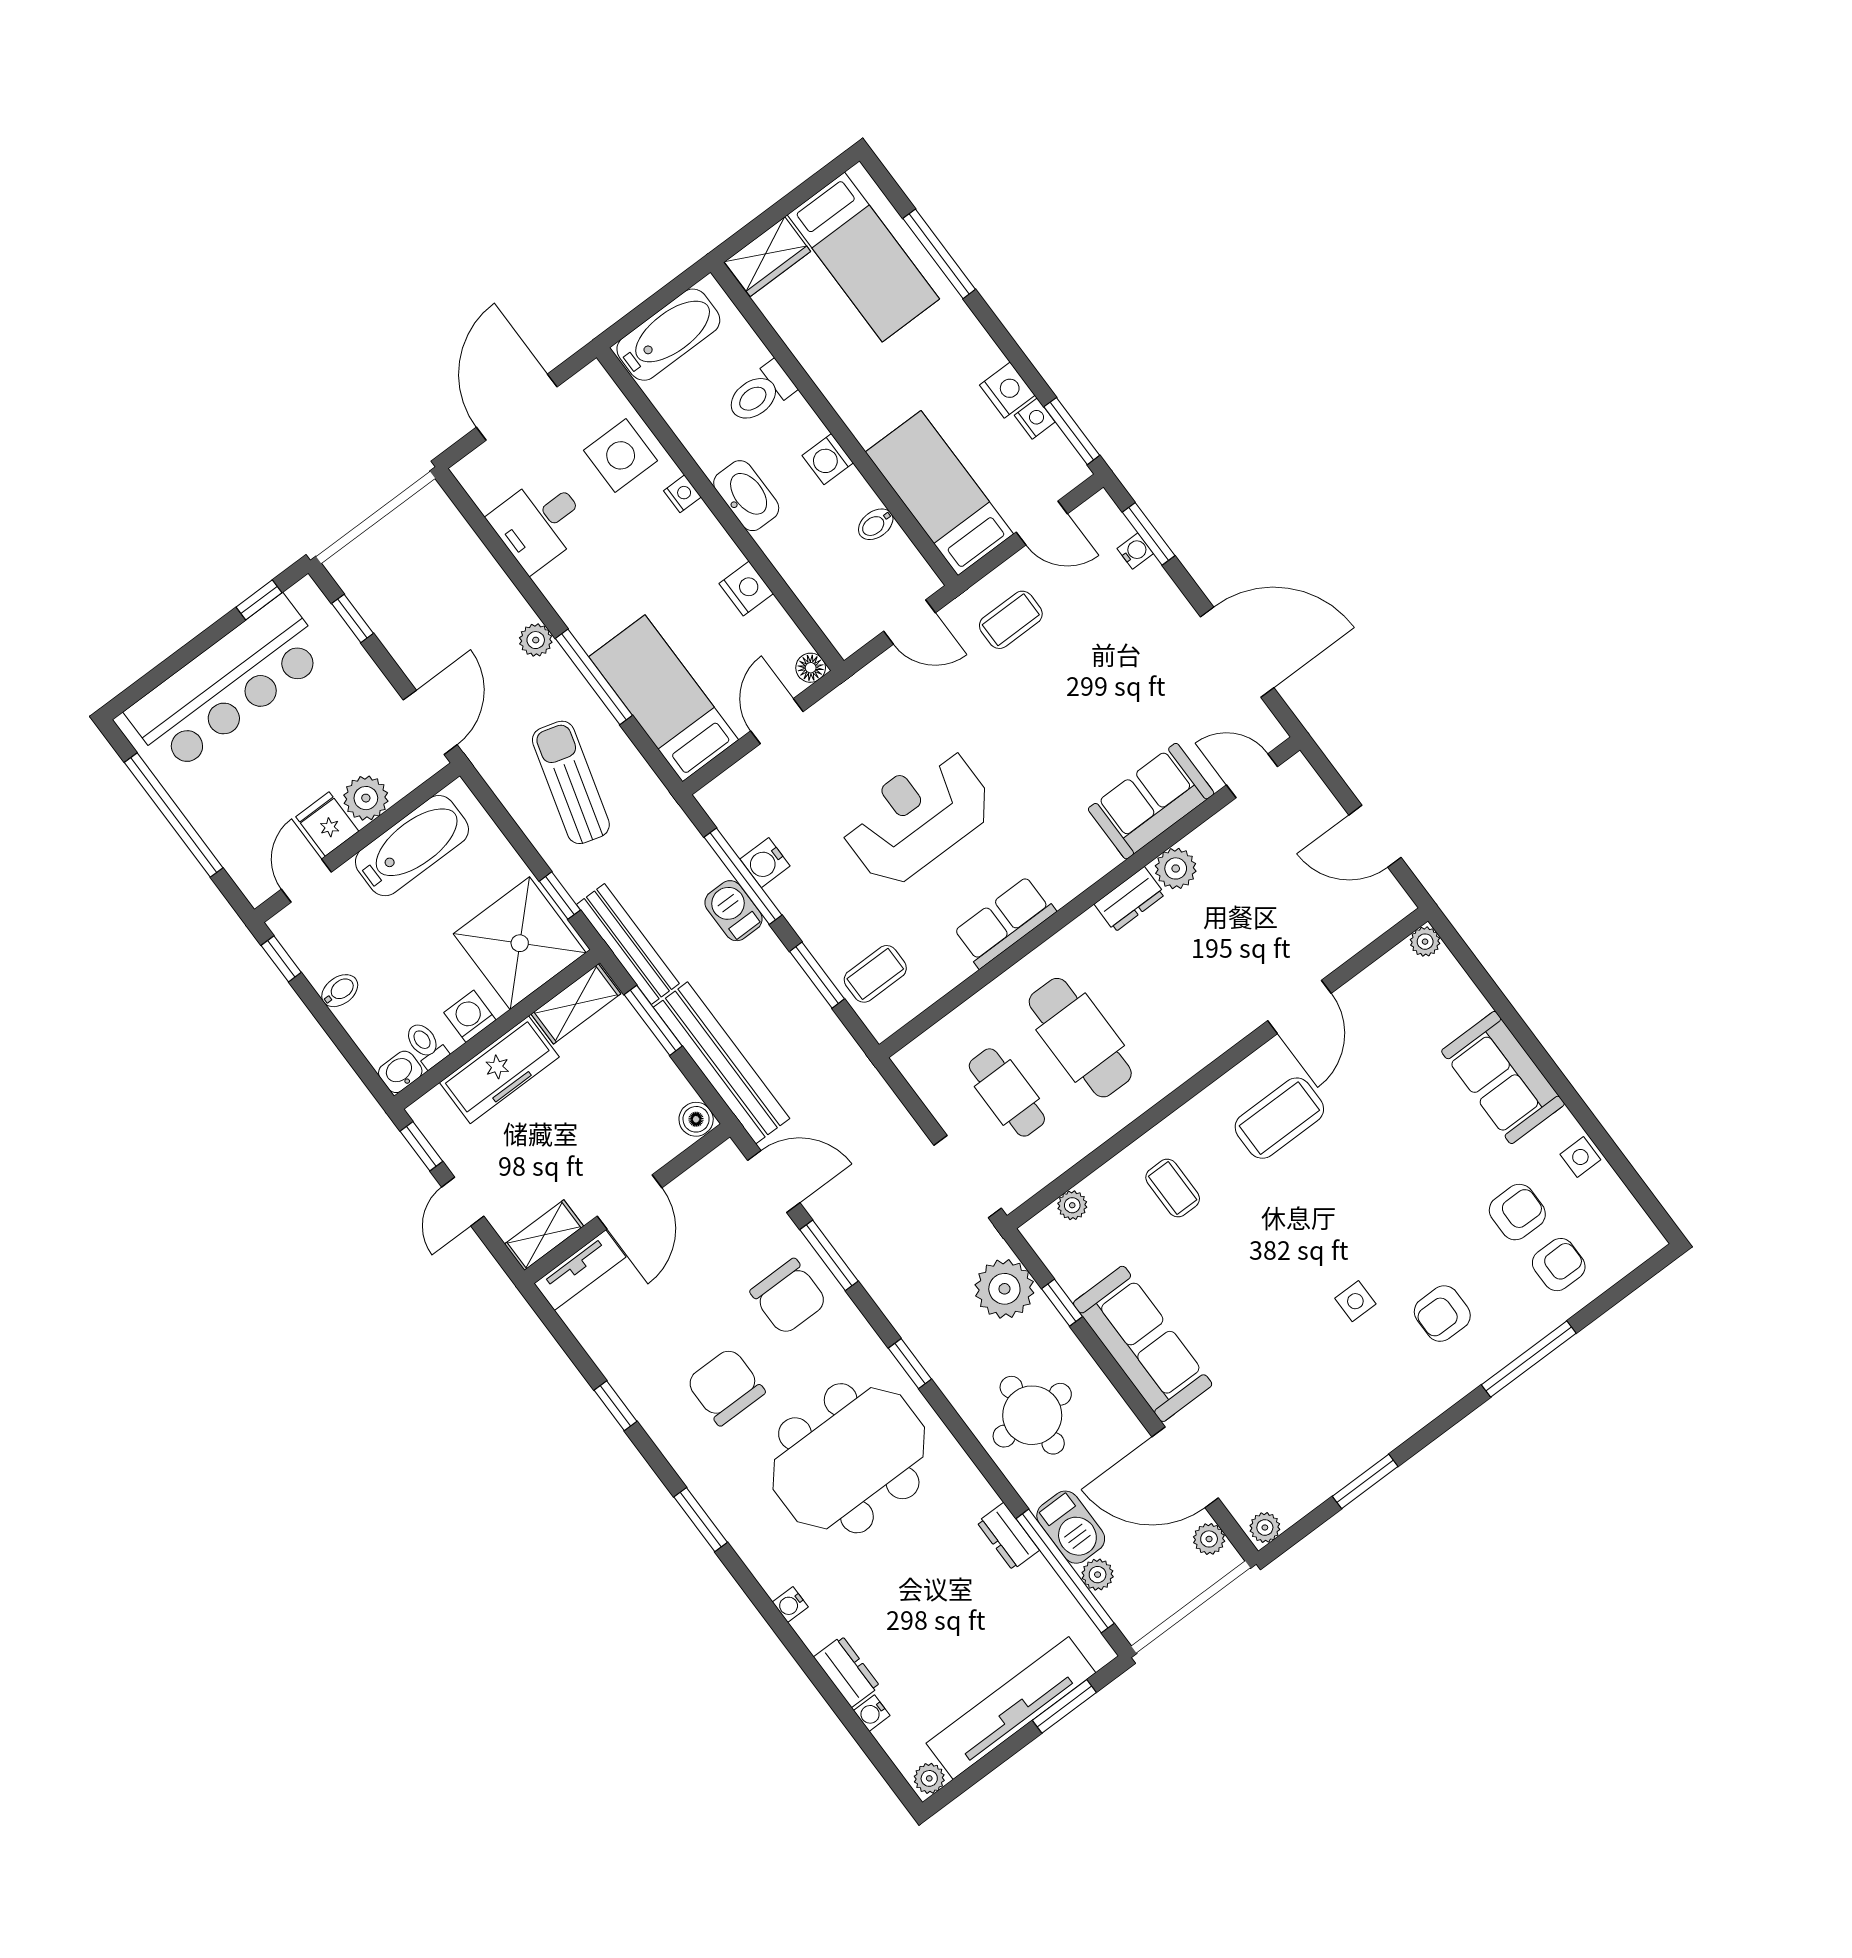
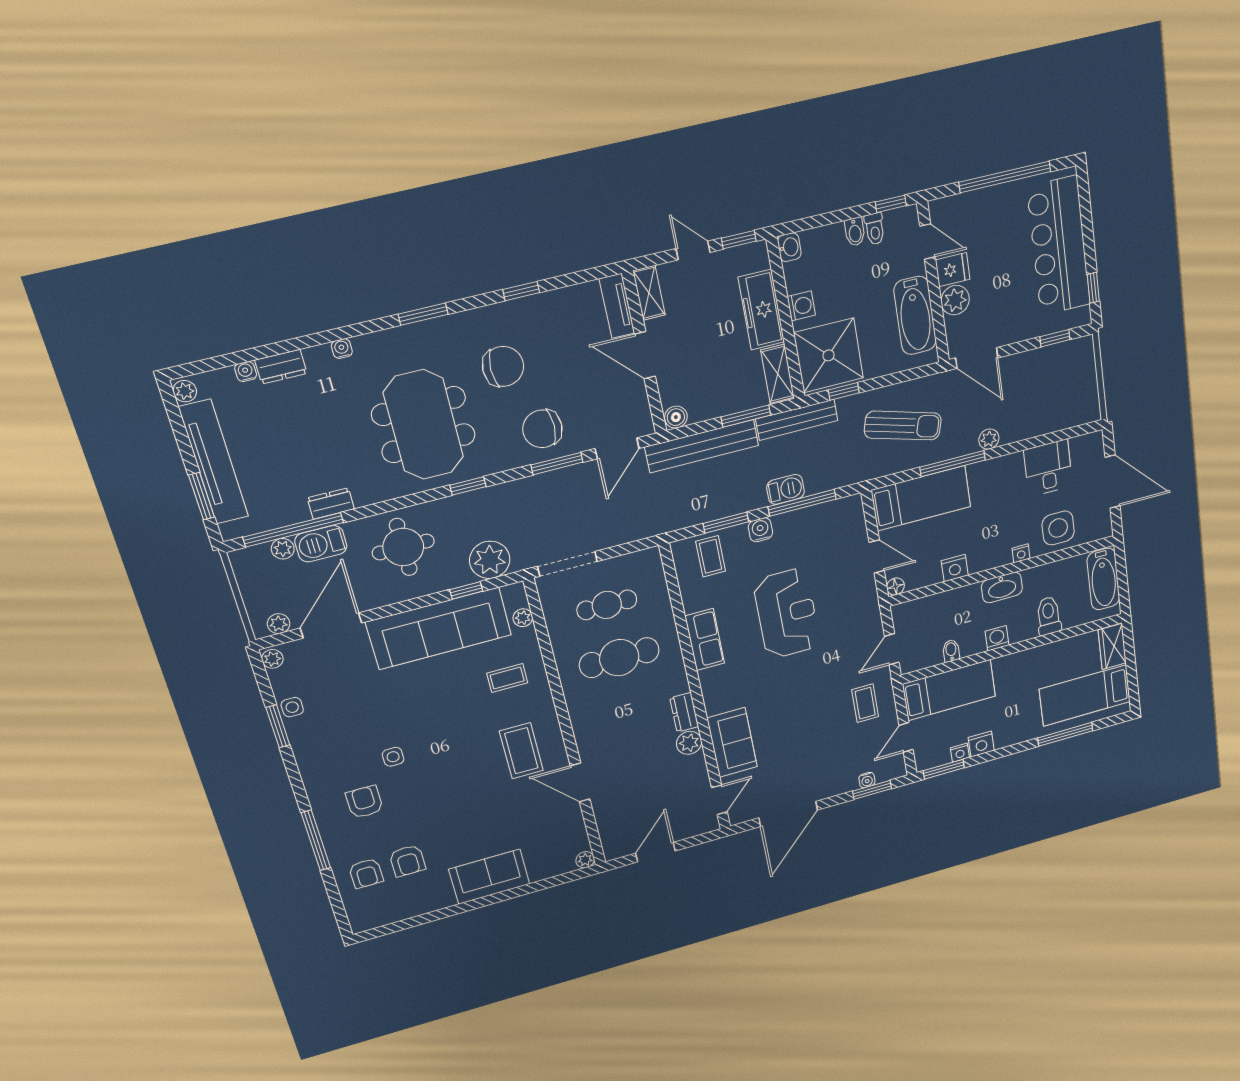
water cooler: (765, 863) -> (760, 530), moved
toilet: (426, 1045) -> (875, 229), moved, turned 90
side table: (1580, 1157) -> (292, 707), moved
sofa: (1143, 1344) -> (439, 628), width x1.36, depth x1.27

